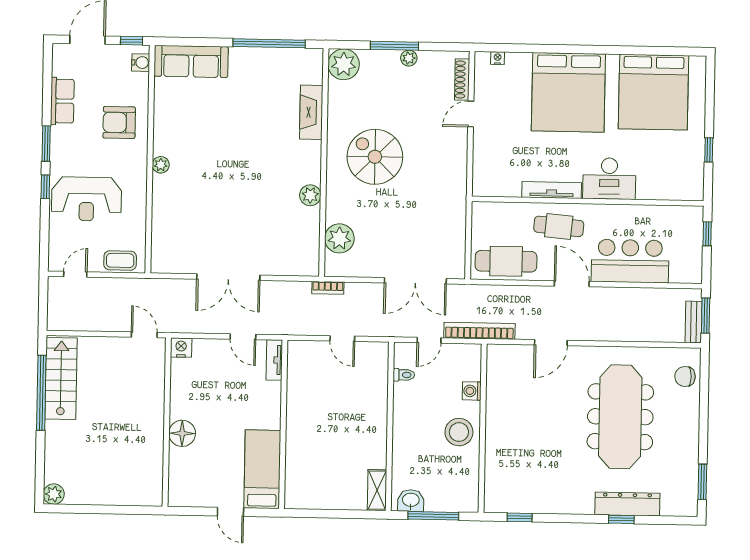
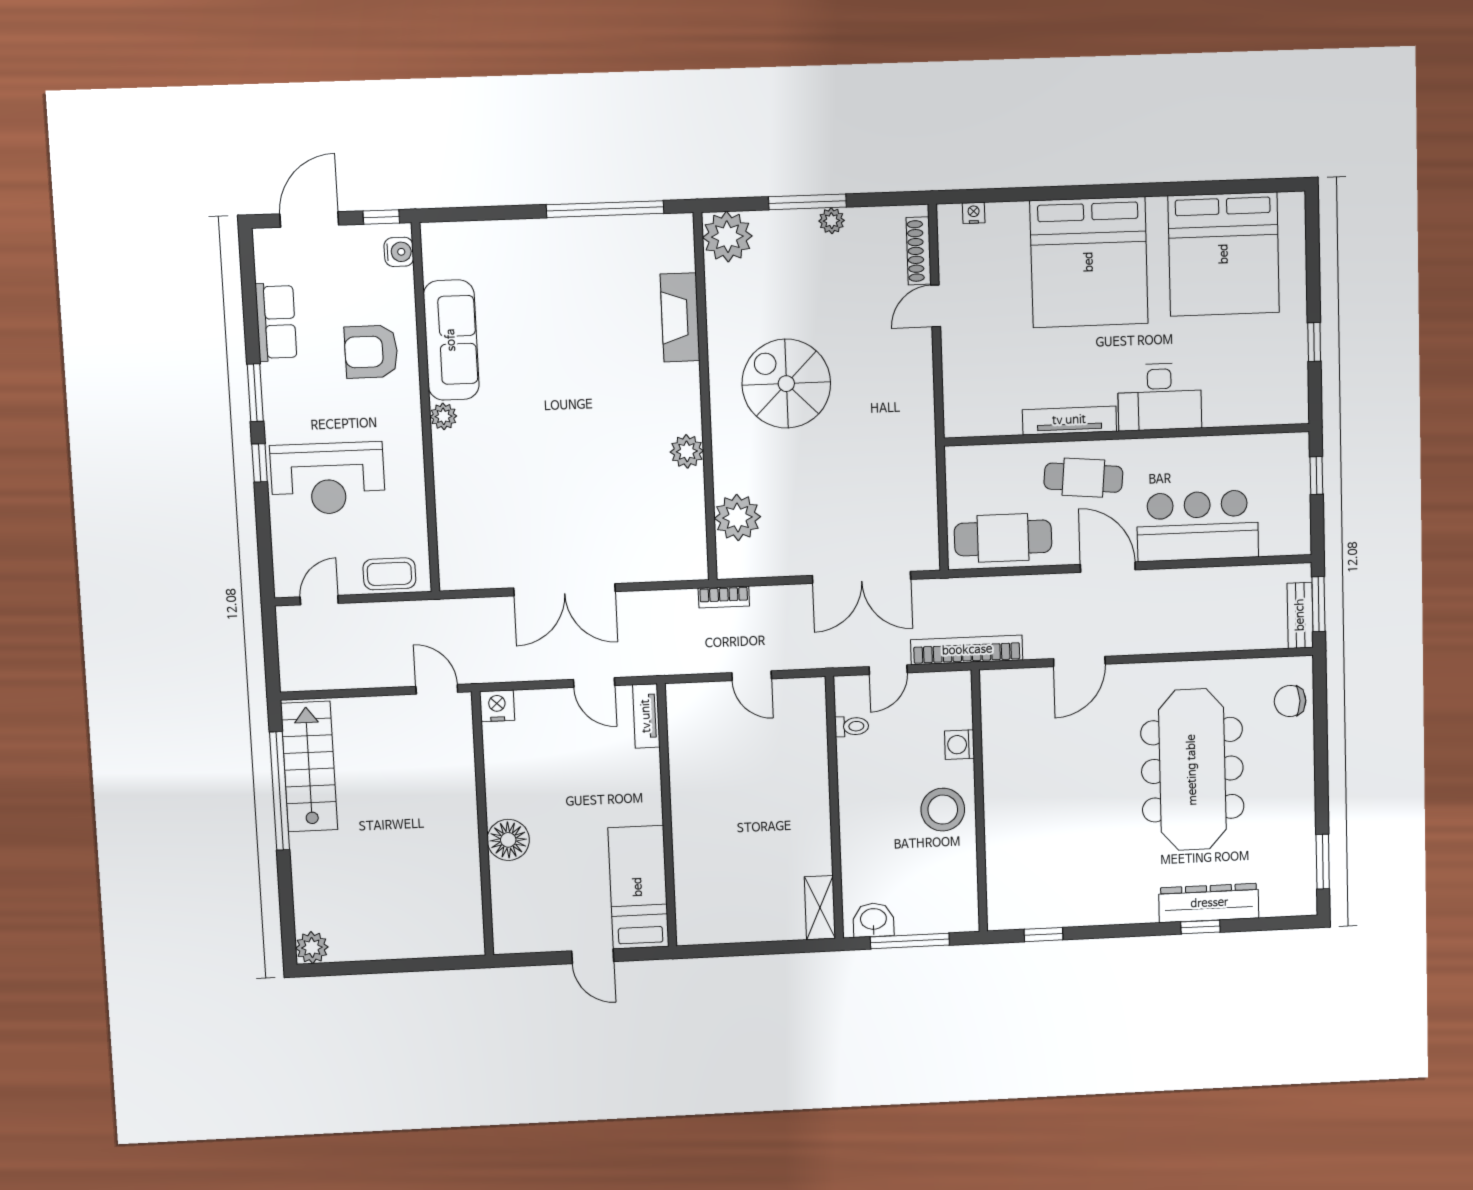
sofa: (191, 61) -> (451, 340), moved, turned -90

